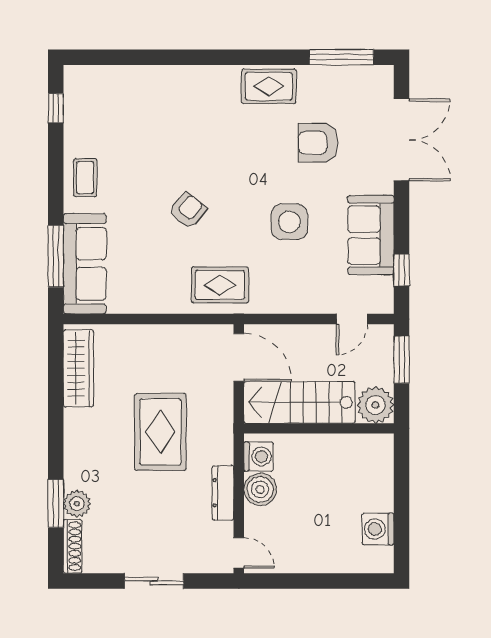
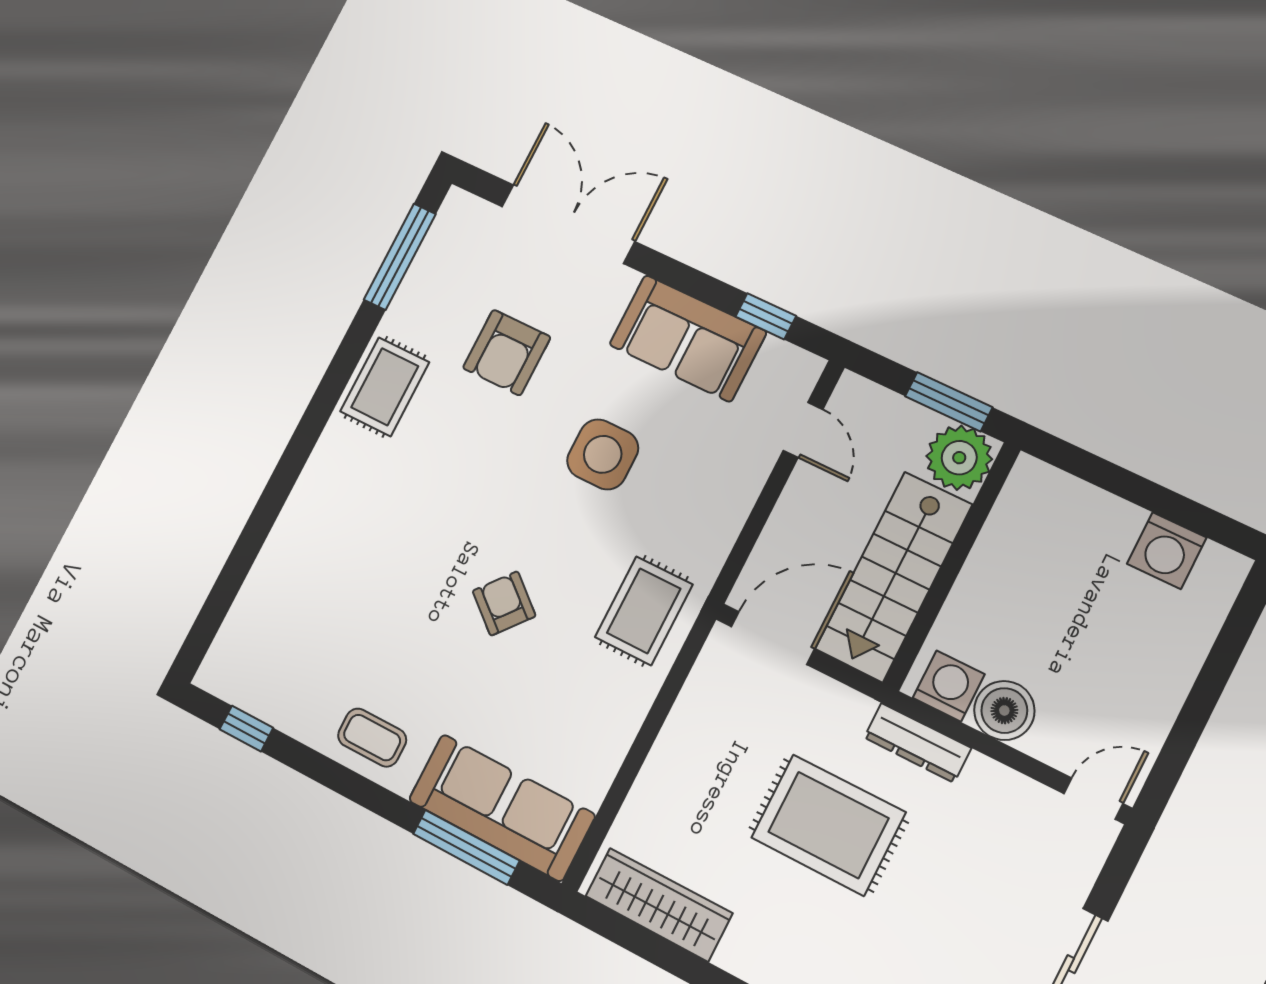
window: (402, 360) -> (949, 402), moved
dresser: (223, 493) -> (918, 743), moved

